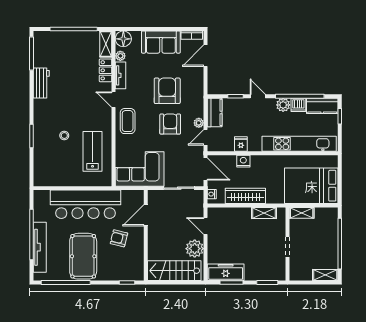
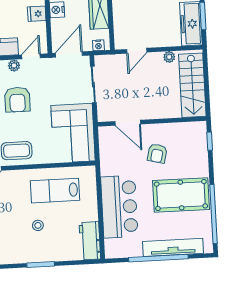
armchair: (170, 124) -> (17, 100), turned -90
door: (206, 137) -> (31, 56), swing flipped
workbench: (49, 178) -> (90, 241), added
bar counter: (86, 204) -> (119, 207), width x0.73
plant: (195, 249) -> (169, 57), width x0.53, depth x0.53

